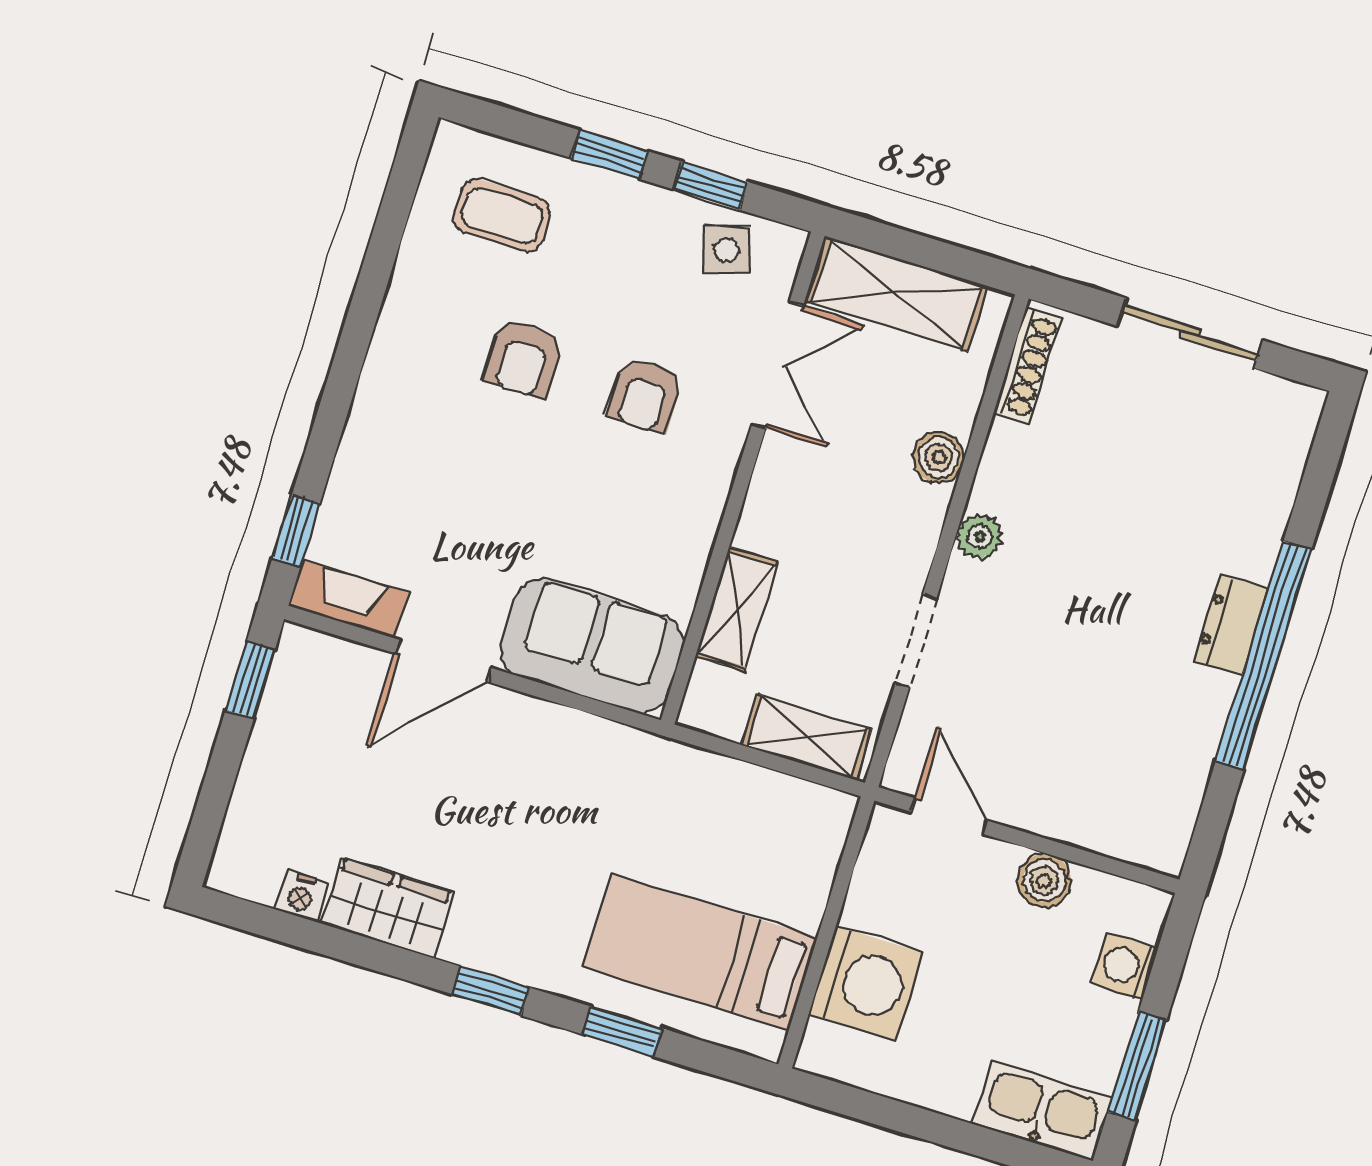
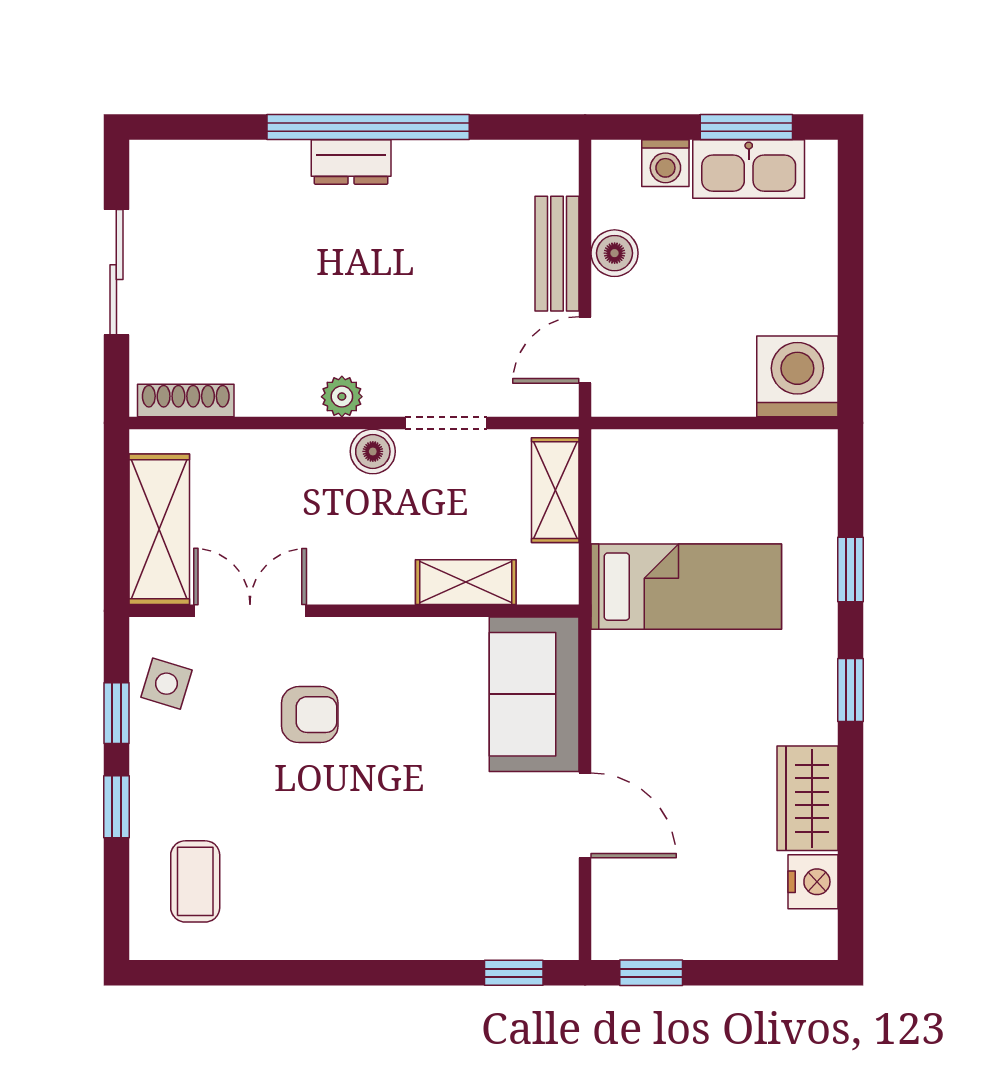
side table: (726, 250) -> (166, 684), turned 33
armchair: (524, 359) -> (310, 826), removed
boiler: (939, 457) -> (373, 451), moved
fireplace: (349, 599) -> (558, 911), removed
bench: (1063, 818) -> (557, 254), added
nightstand: (301, 896) -> (813, 882), width x1.39, depth x1.35
bed: (700, 952) -> (686, 587), moved, turned -90
washing machine: (866, 983) -> (797, 376), moved
kitchen sink: (1042, 1111) -> (749, 169), moved, turned -90

